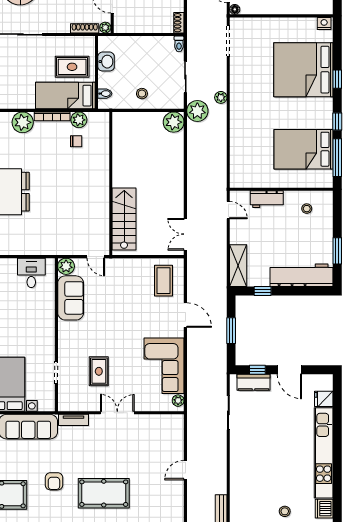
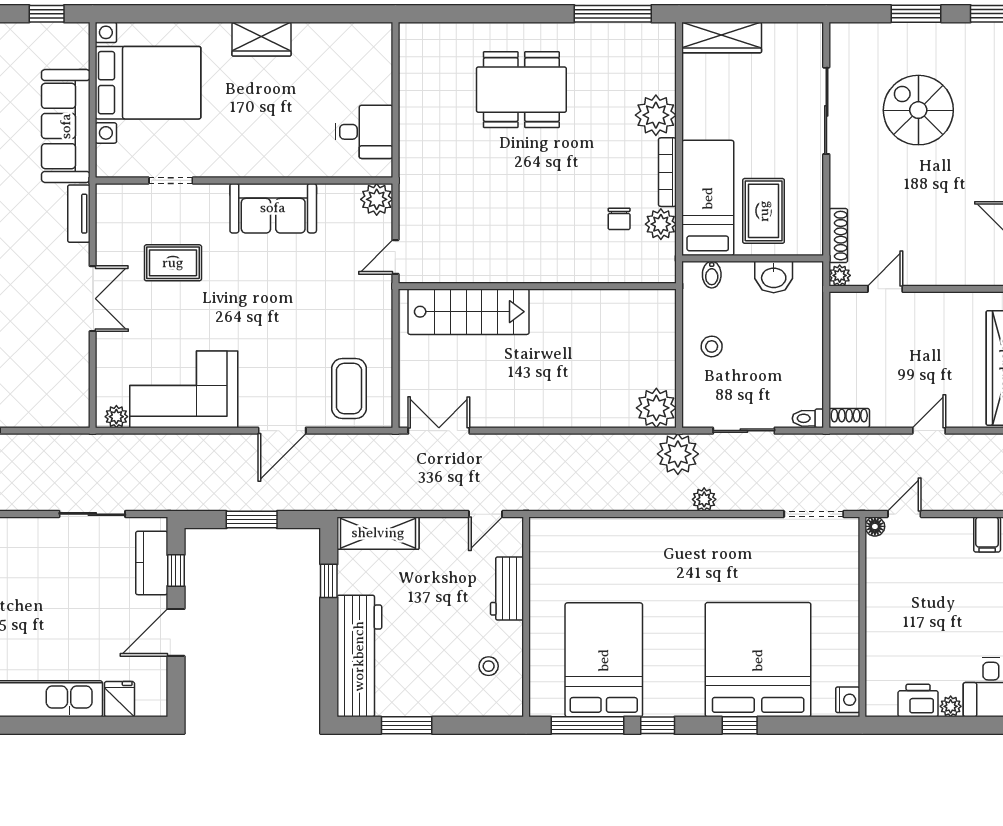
coffee table: (164, 281) -> (349, 389), turned 90
sofa: (71, 298) -> (273, 208), moved

